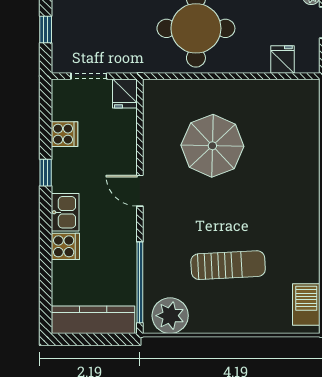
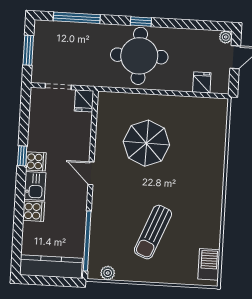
window: (46, 29) -> (28, 50), width x1.50
cooker: (64, 134) -> (36, 161), moved
sun lounger: (228, 265) -> (153, 232), turned 115
plant: (170, 316) -> (108, 273), width x0.53, depth x0.53

